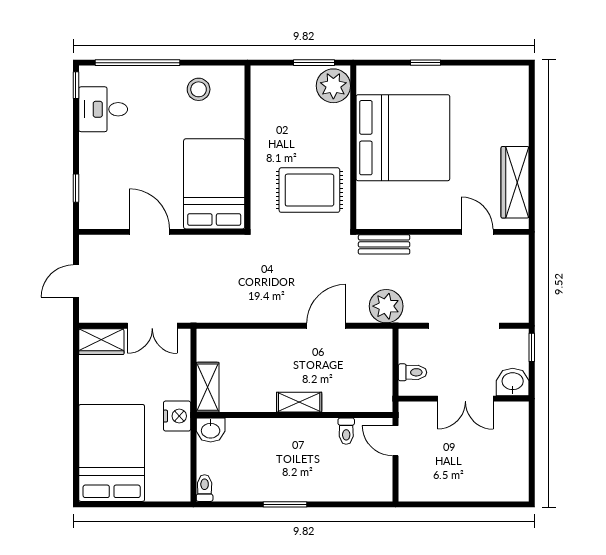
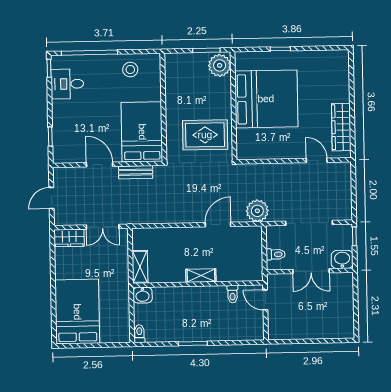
bench: (384, 244) -> (136, 172), moved
nightstand: (177, 416) -> (120, 286), removed

